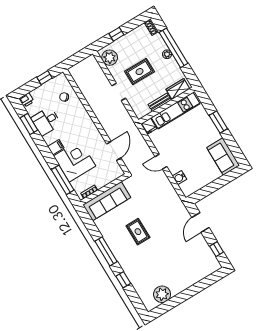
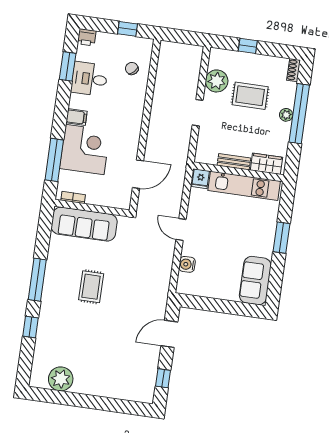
plant: (110, 58) -> (217, 81), moved
rug: (140, 72) -> (250, 96), moved

